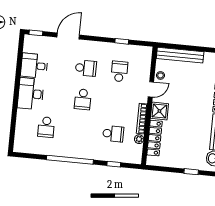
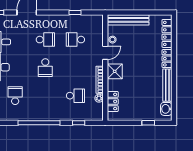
school desk: (119, 71) -> (75, 40), turned -90
school desk: (46, 127) -> (15, 96), turned 180
locker: (155, 138) -> (113, 101), width x0.66

